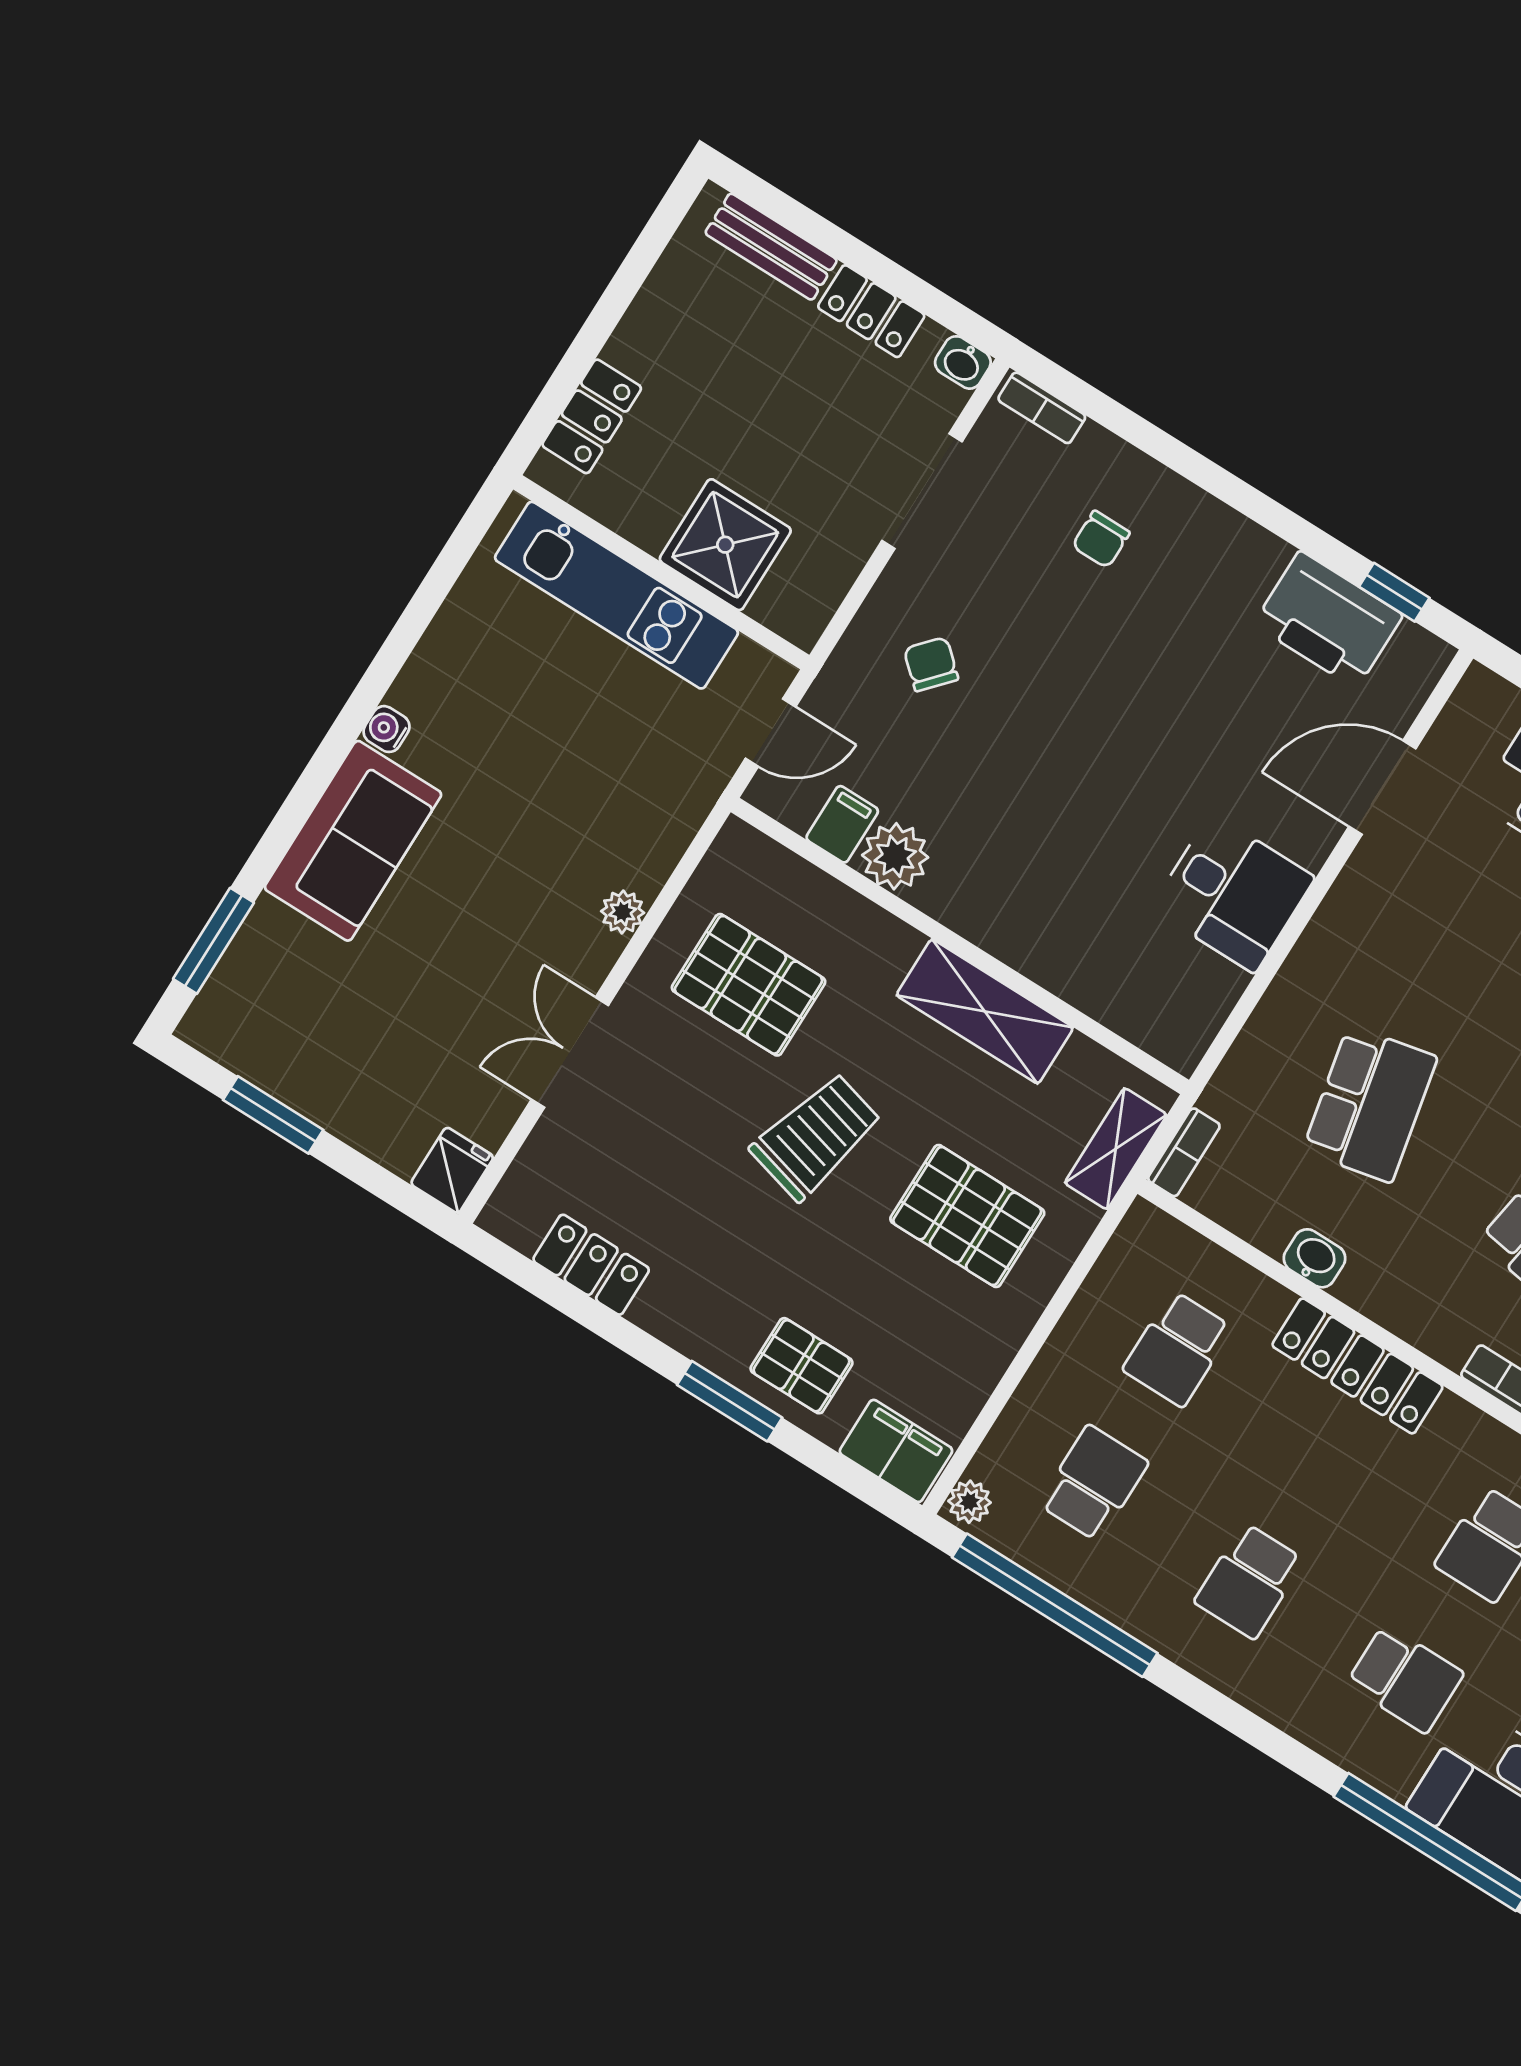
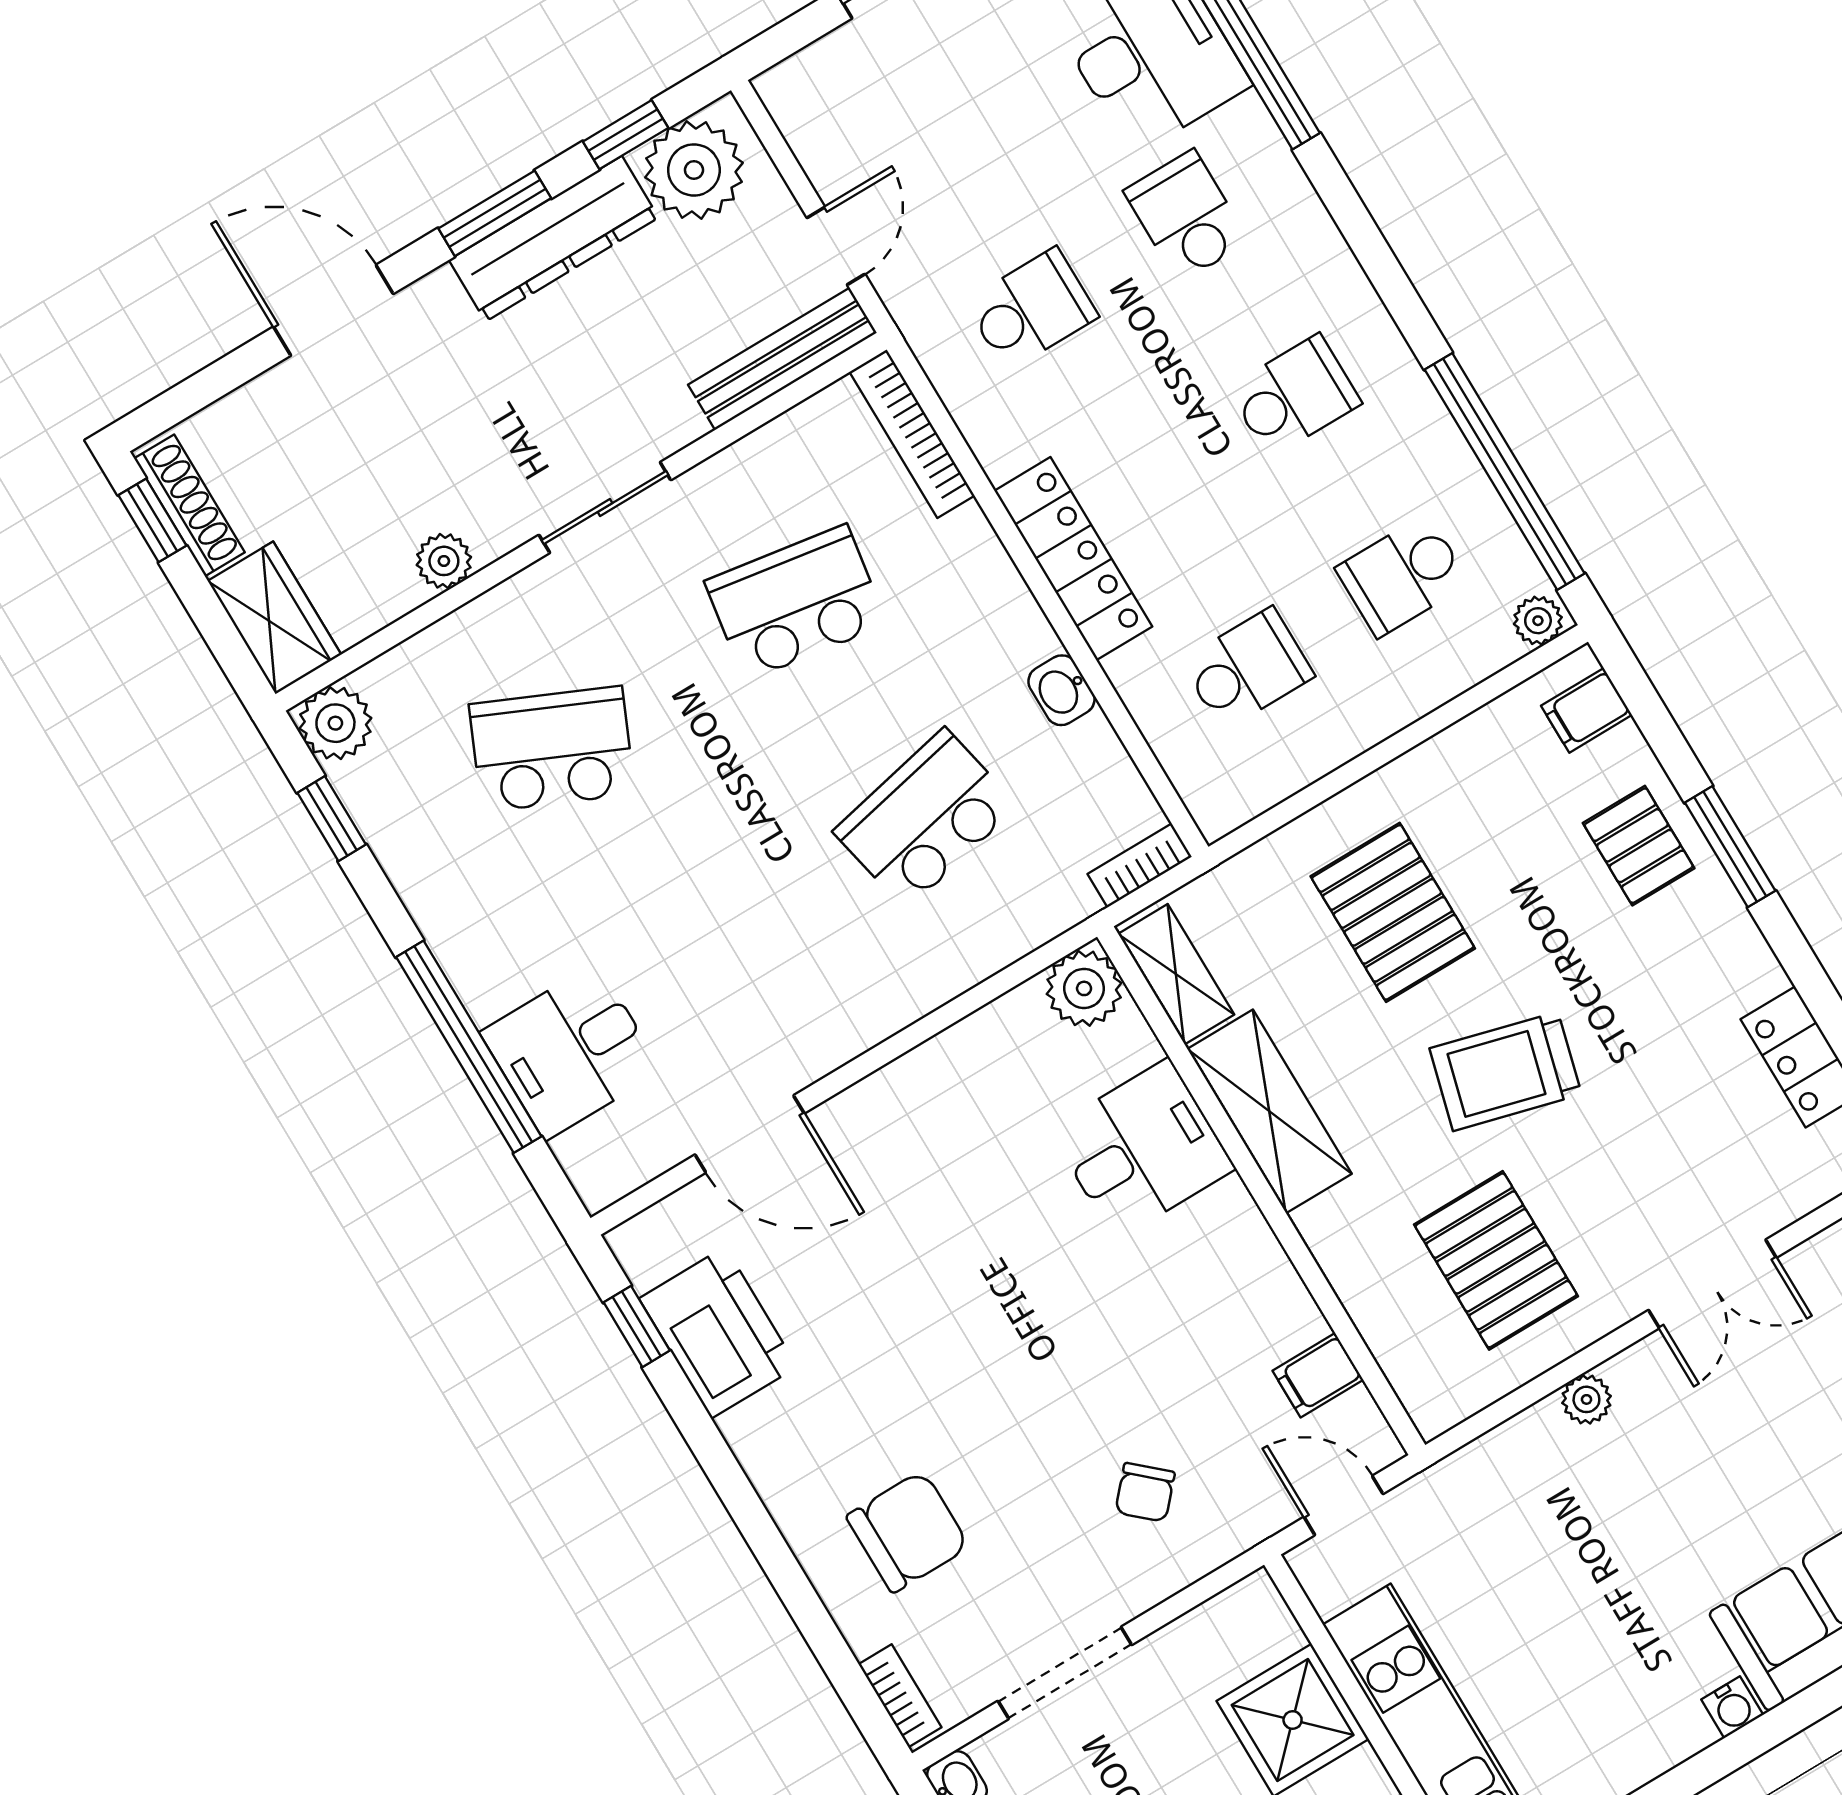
chair: (1101, 539) -> (908, 1532), width x1.87, depth x1.87
plant: (895, 856) -> (1084, 988), moved
desk: (1233, 893) -> (1142, 1149), moved, turned 90
shelving: (1116, 1149) -> (1176, 974), moved, turned 90
filing cabinet: (896, 1451) -> (1587, 710), width x0.50

